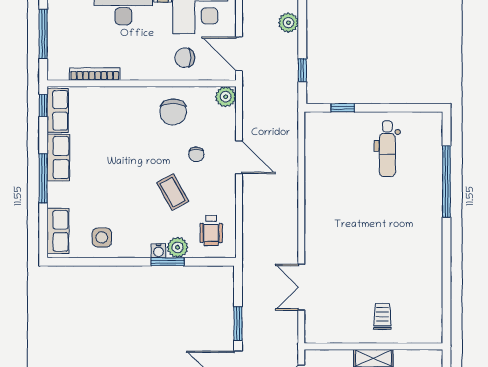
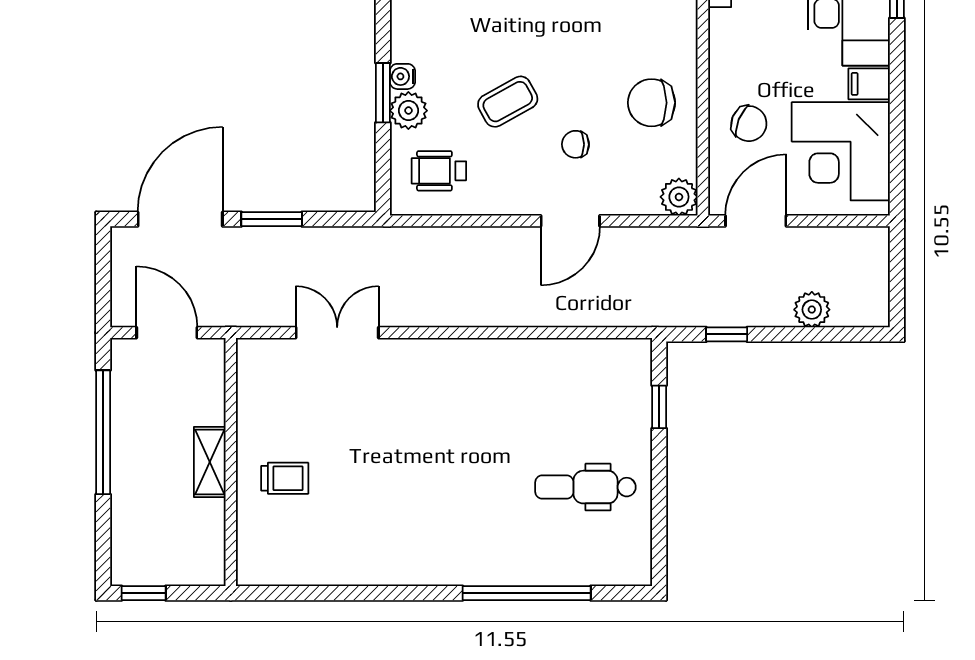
chair: (185, 58) -> (749, 124), turned 112

